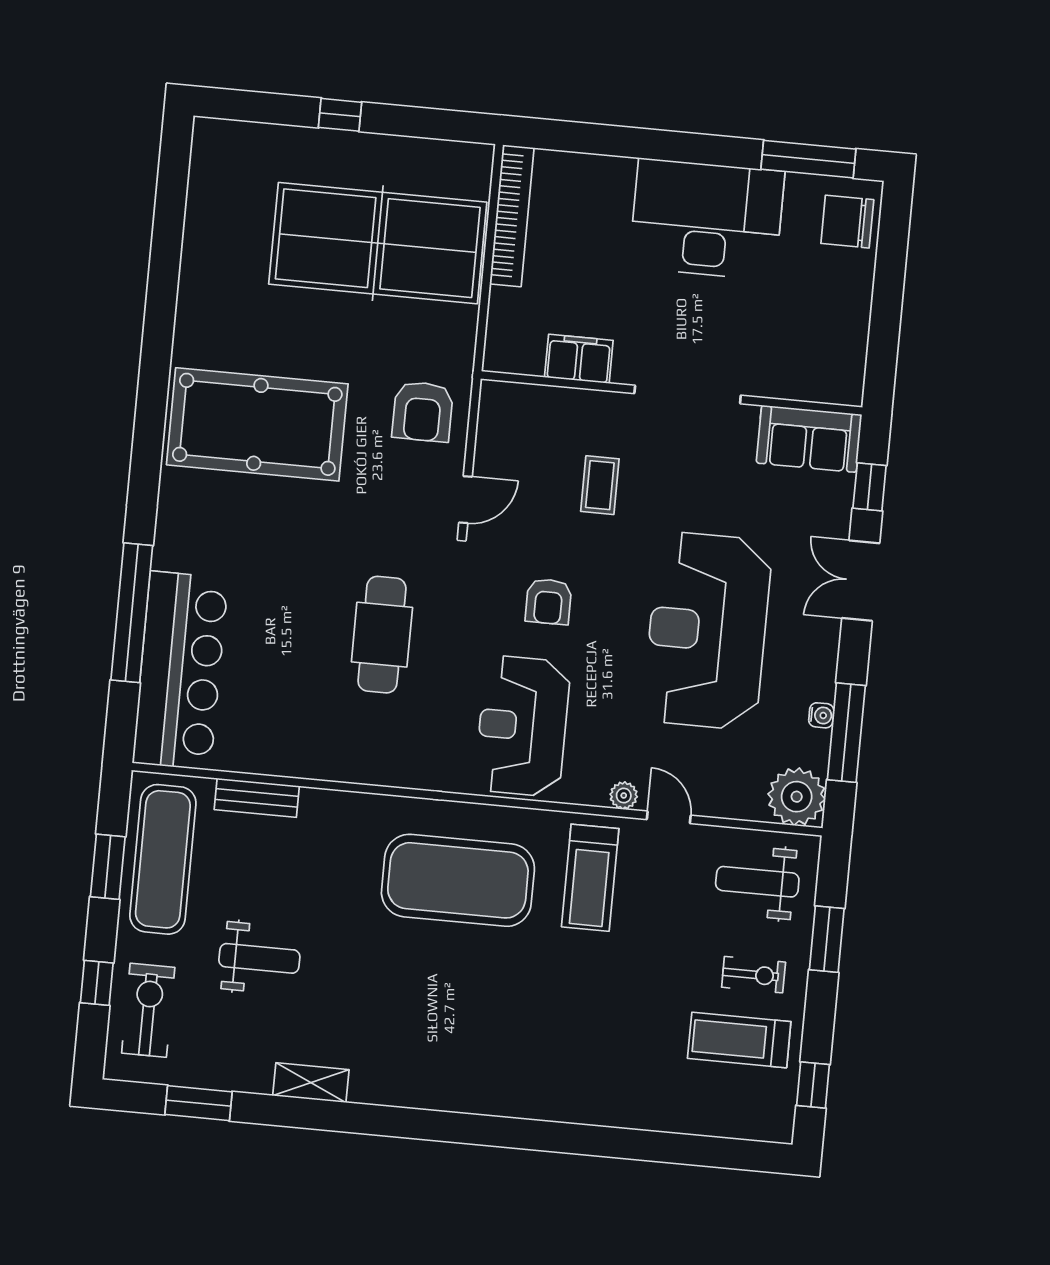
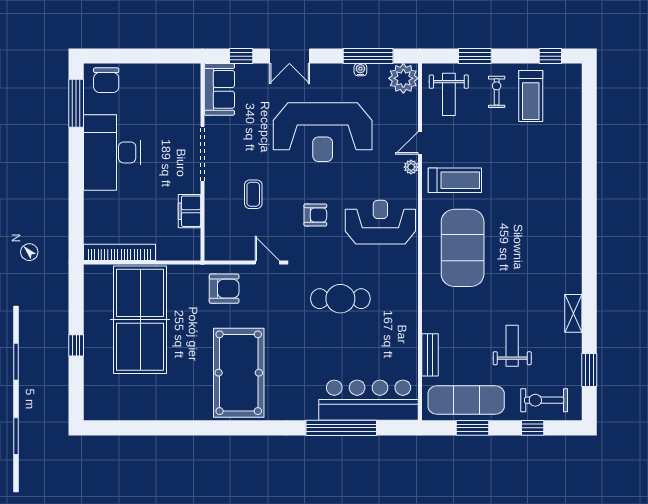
coffee table: (600, 485) -> (253, 194), turned 90
reception desk: (522, 726) -> (380, 222), turned 180

